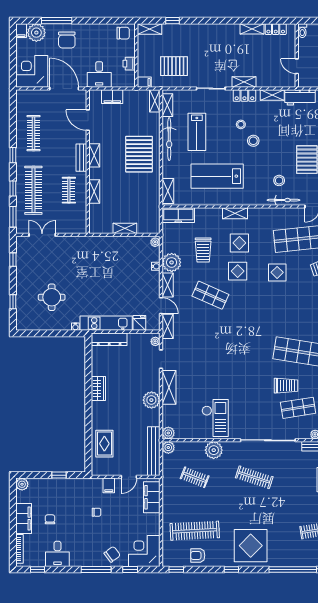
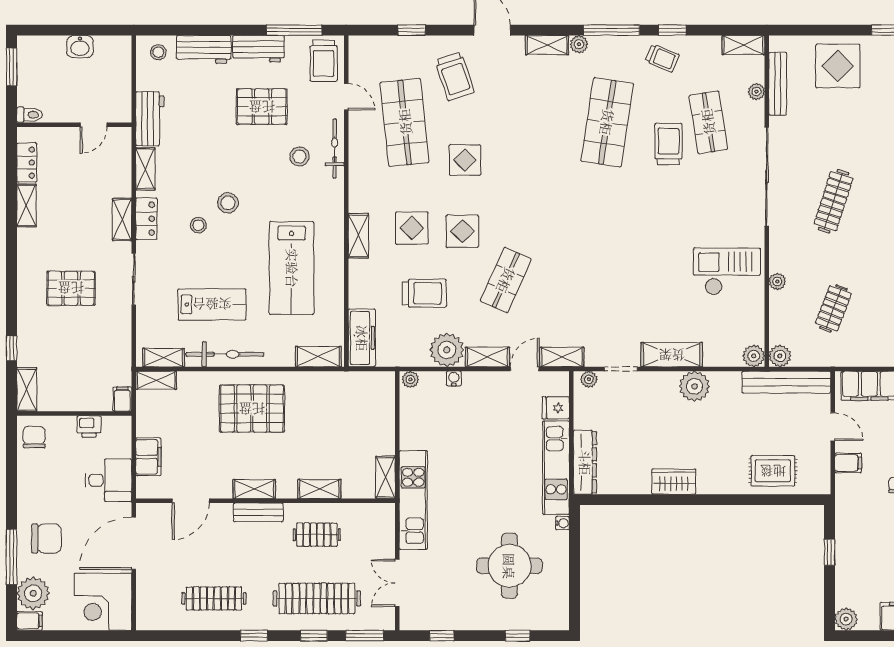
pallet: (174, 66) -> (71, 288), moved, turned 90
shelving: (125, 228) -> (385, 477), moved
kitchen unit: (88, 244) -> (413, 500), added
round table: (52, 297) -> (509, 566), width x1.36, depth x1.36
plant: (214, 450) -> (777, 281), width x0.53, depth x0.53

